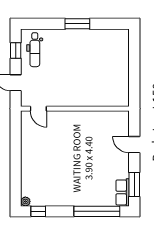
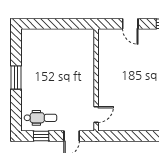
door: (134, 145) -> (130, 24), hinge flipped

